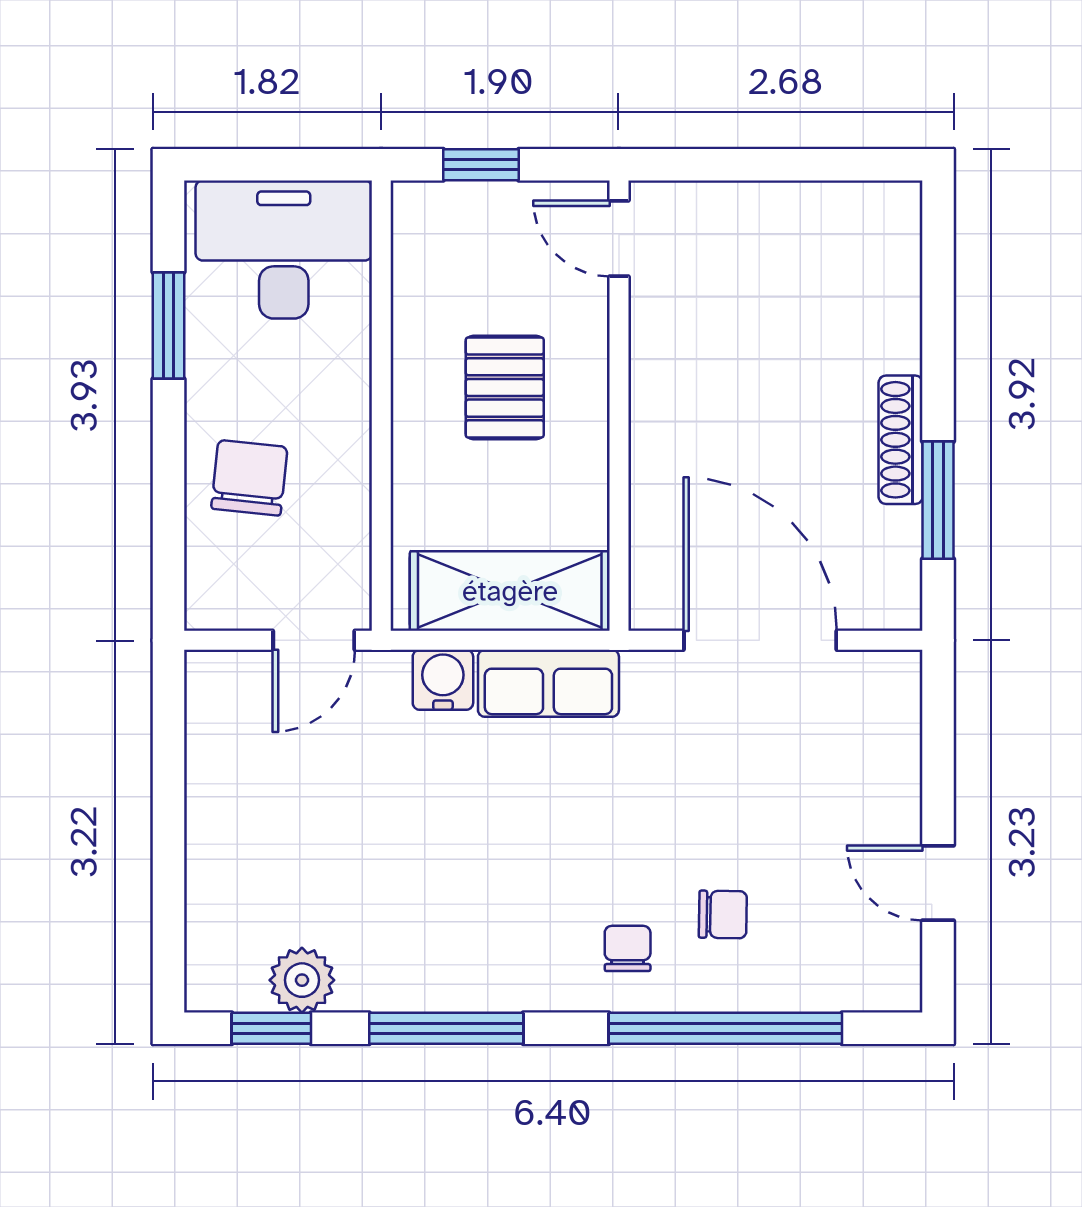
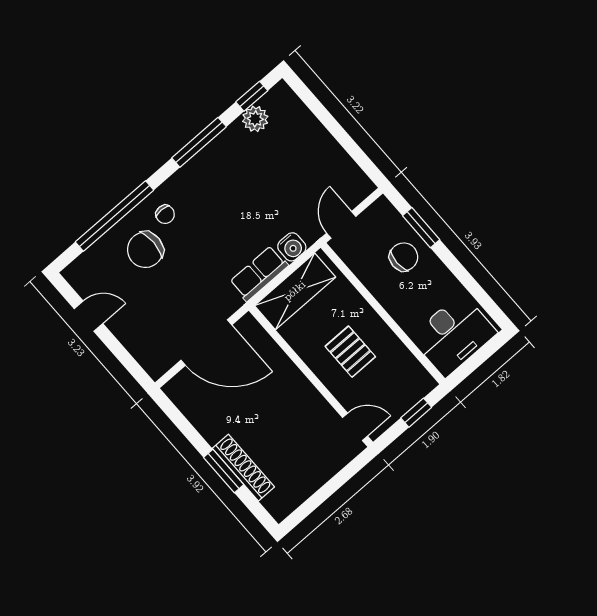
window: (168, 325) -> (421, 228), moved
shoe rack: (901, 440) -> (243, 468), moved, width x1.36, depth x1.24
chair: (249, 478) -> (404, 257), turned -96
window: (938, 500) -> (224, 471), moved
chair: (723, 914) -> (145, 250), width x1.87, depth x1.87

